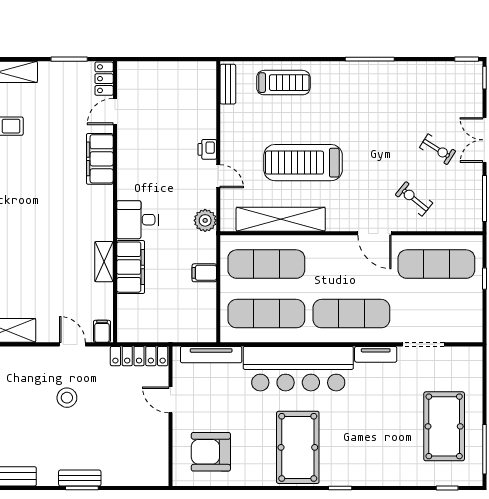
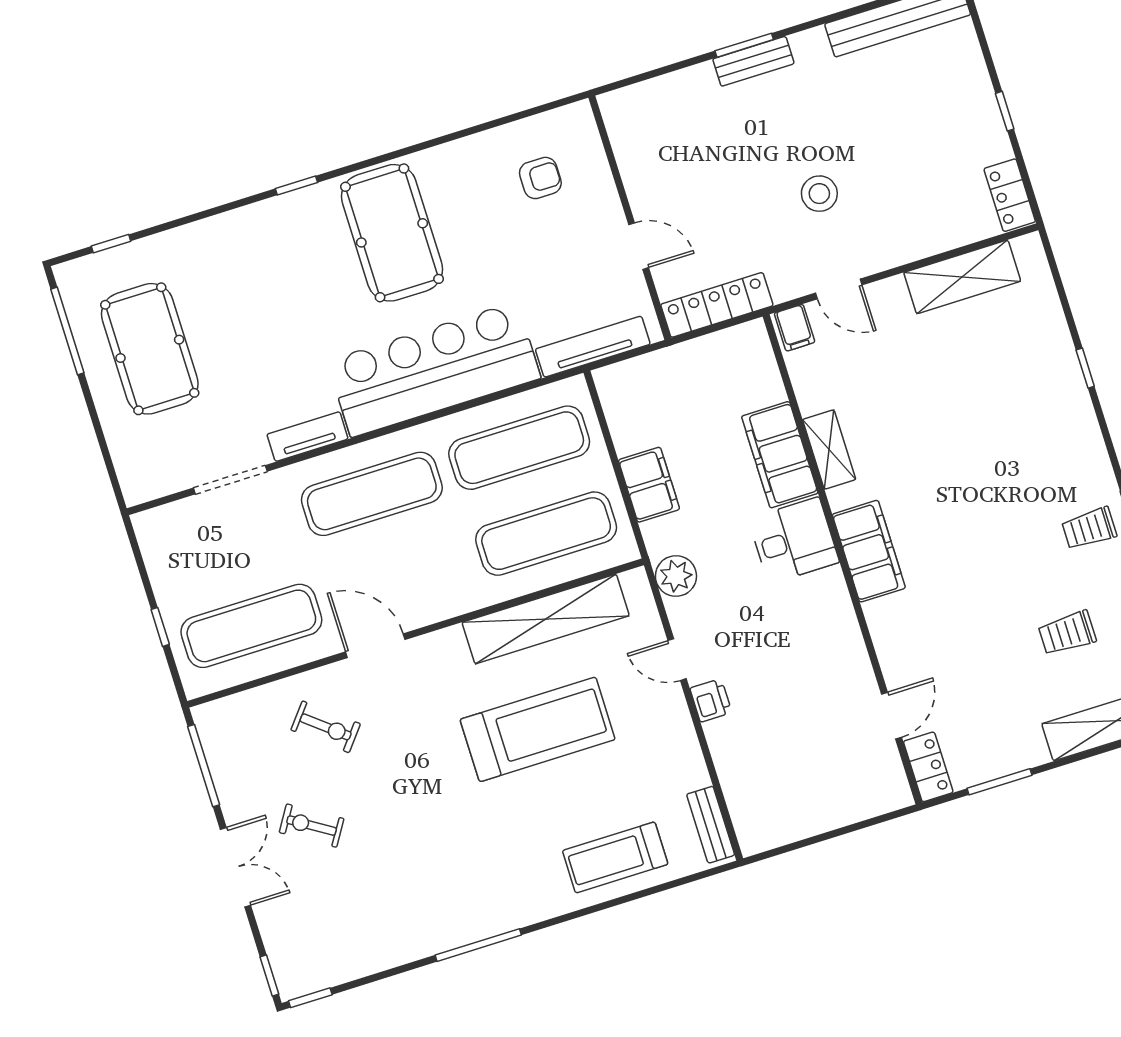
filing cabinet: (100, 159) -> (869, 551), moved
filing cabinet: (204, 273) -> (649, 485), width x2.00
armchair: (211, 452) -> (540, 178), width x0.53, depth x0.53

